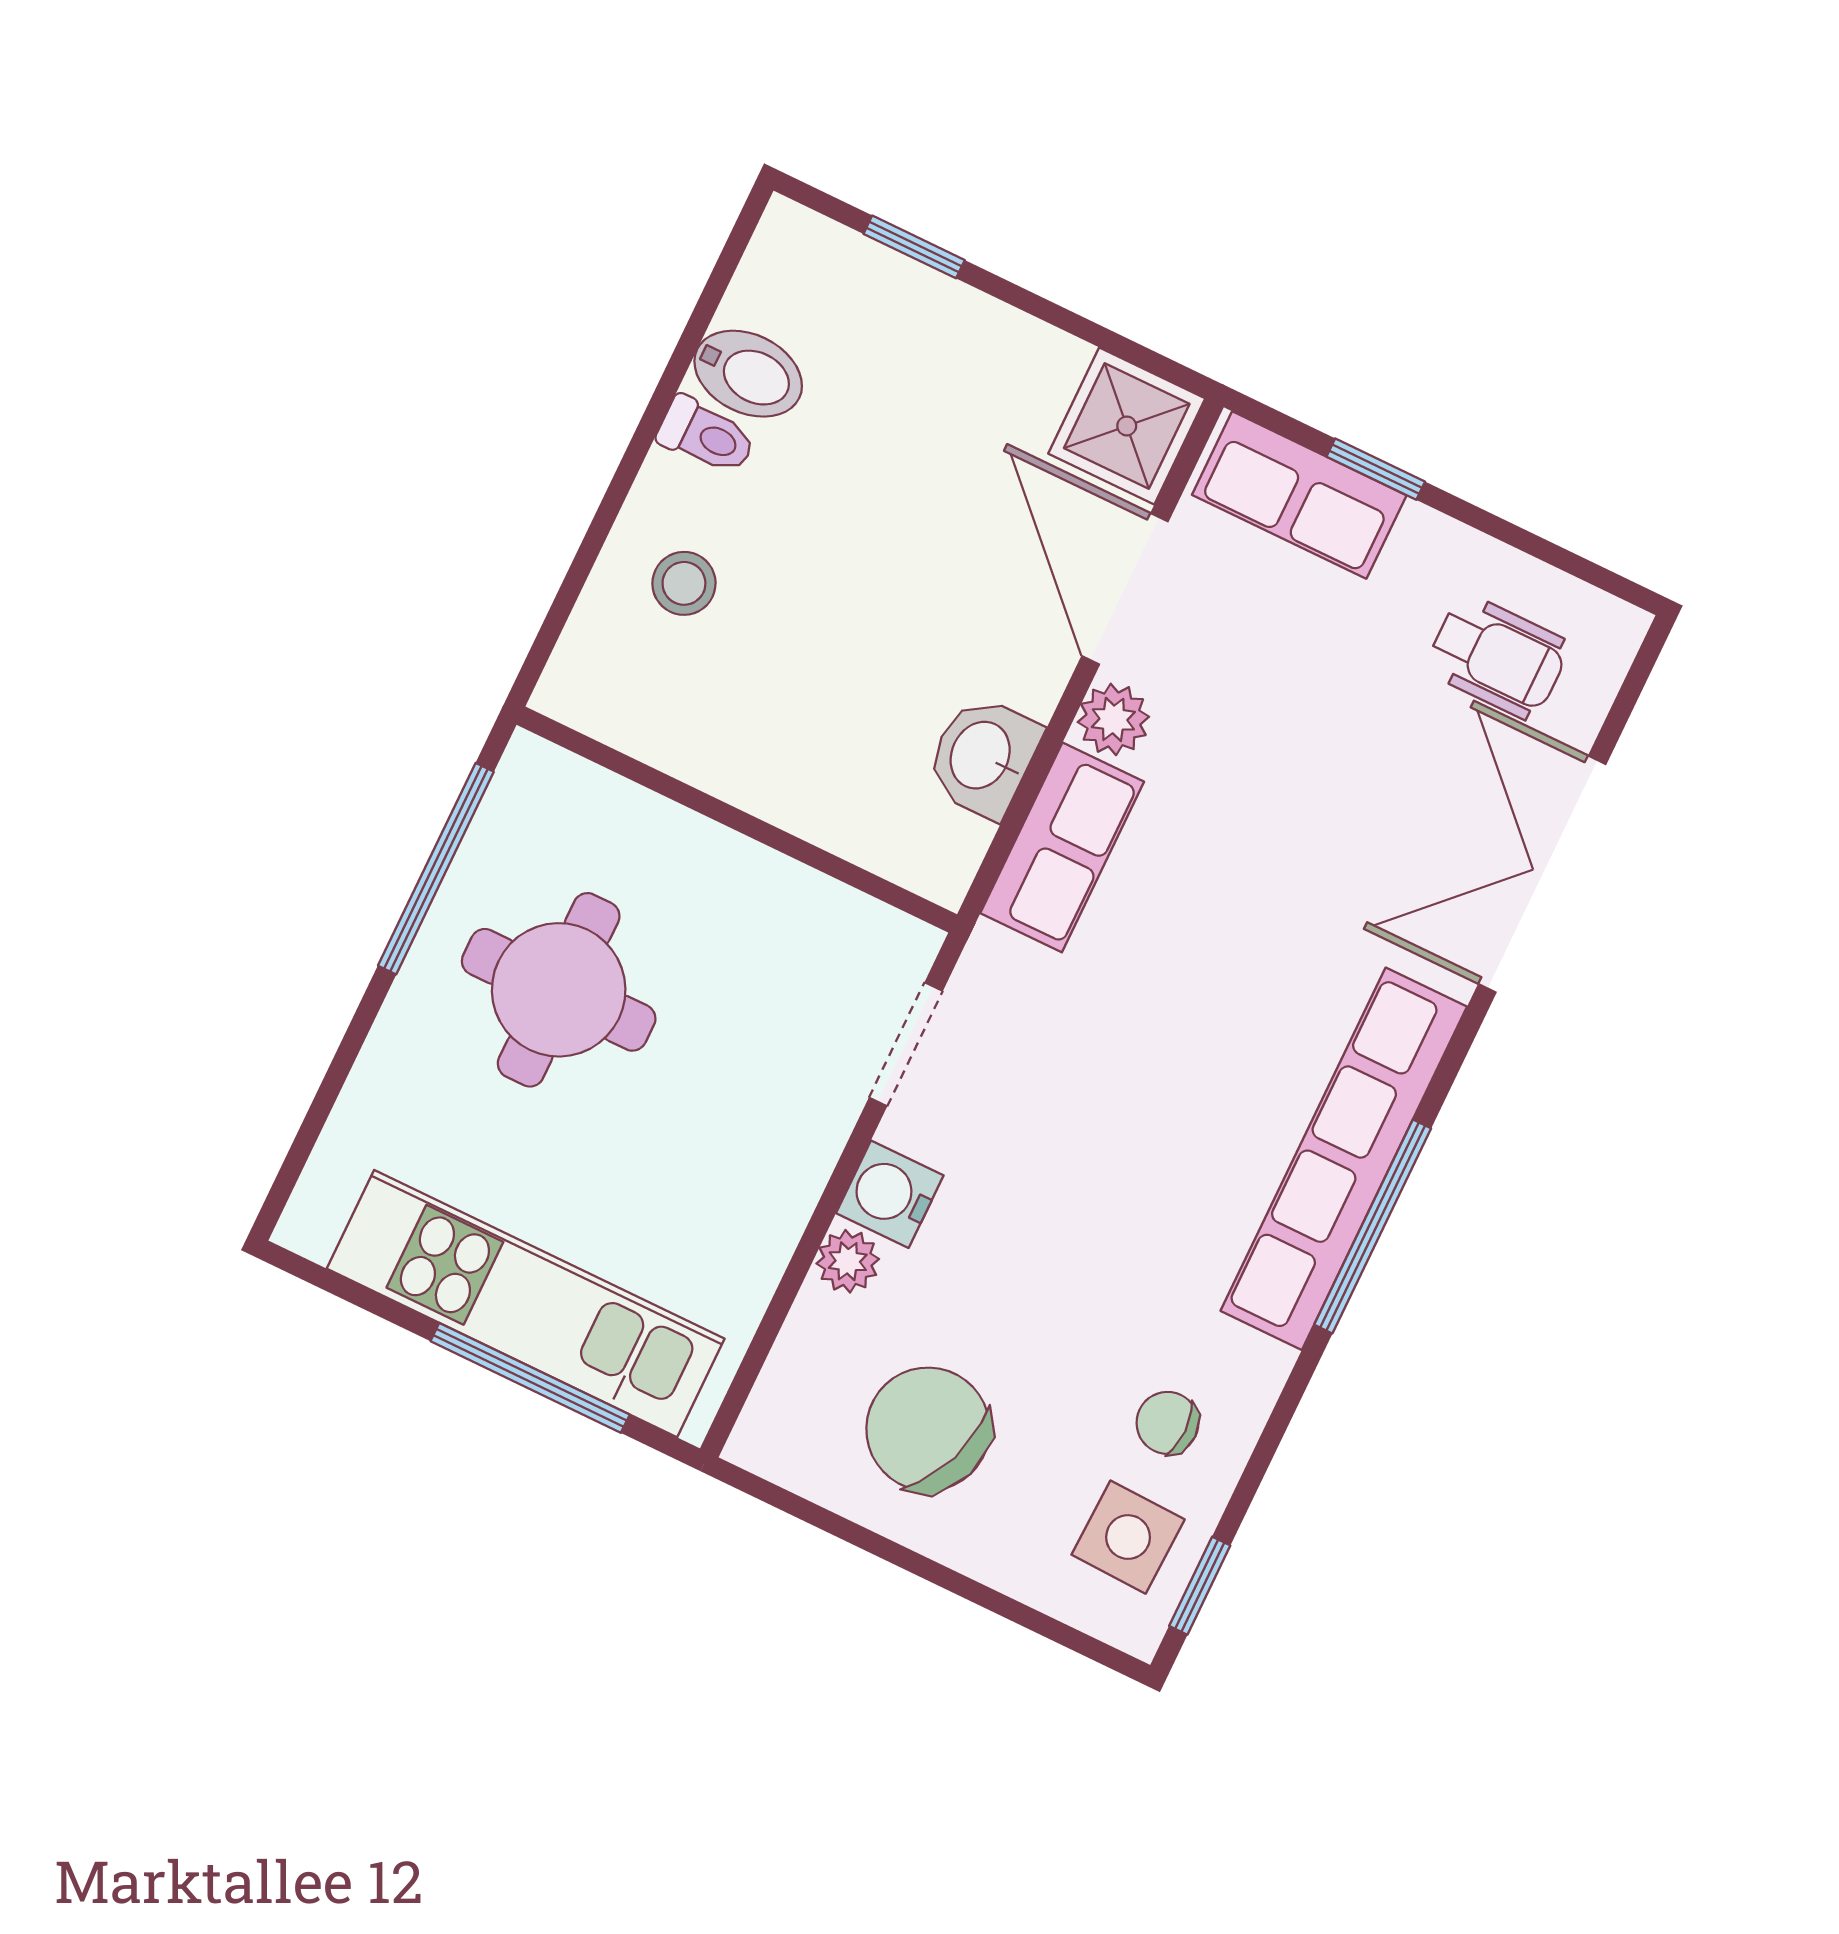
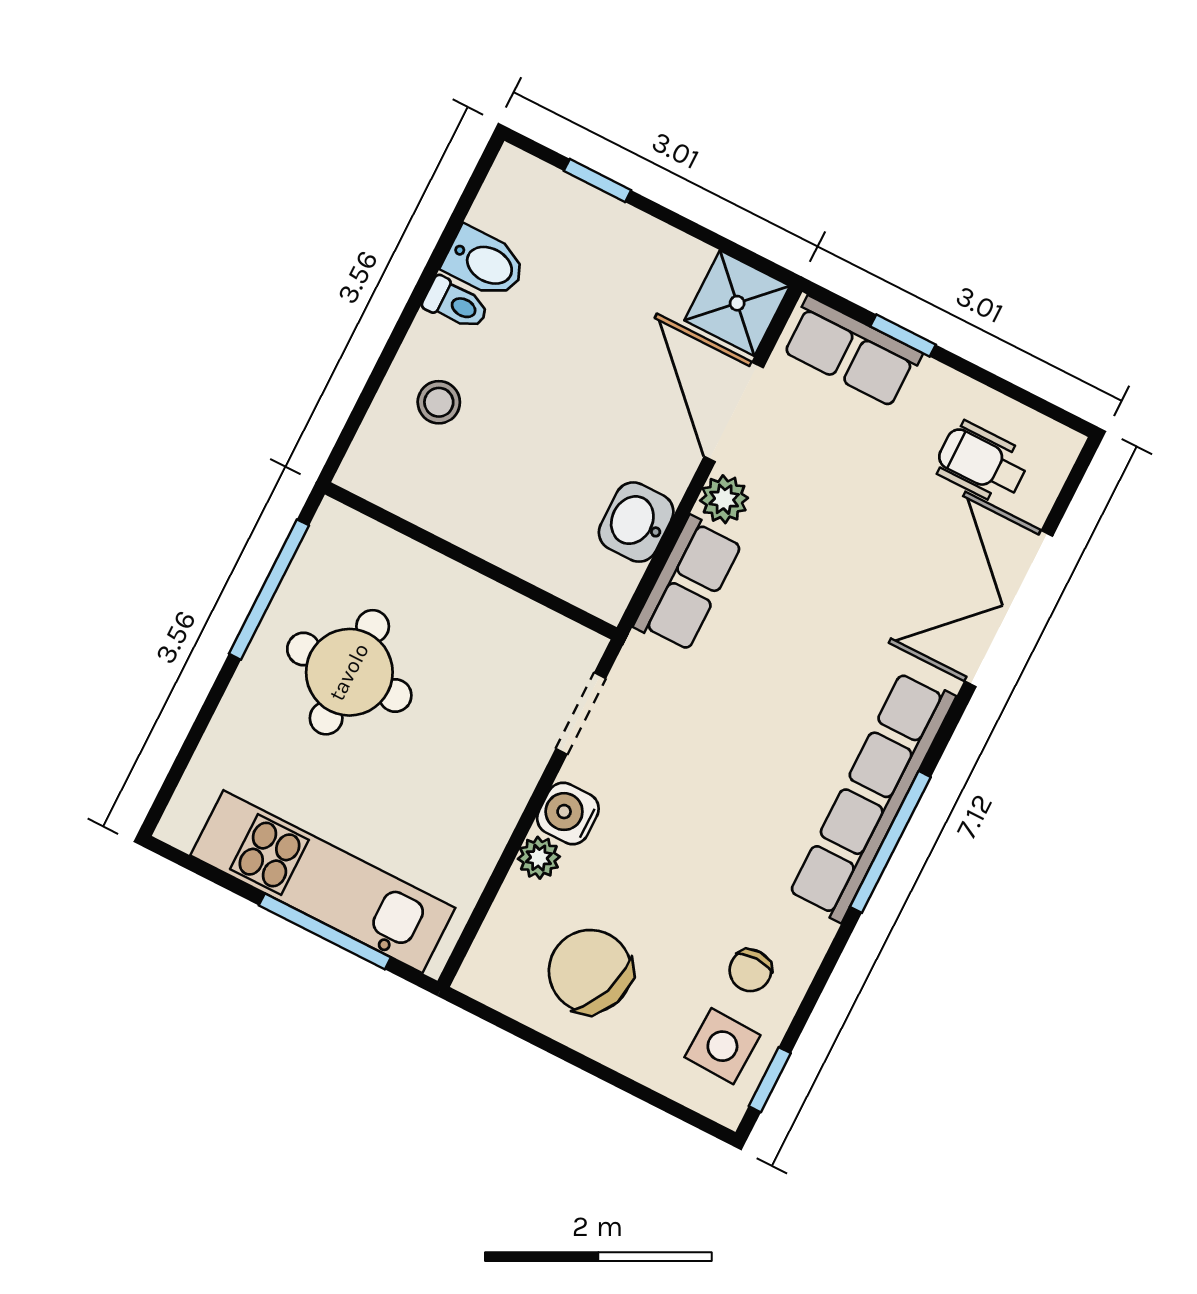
wheelchair: (1498, 657) -> (982, 463), turned 180
chair: (1167, 1423) -> (750, 970), turned -89

